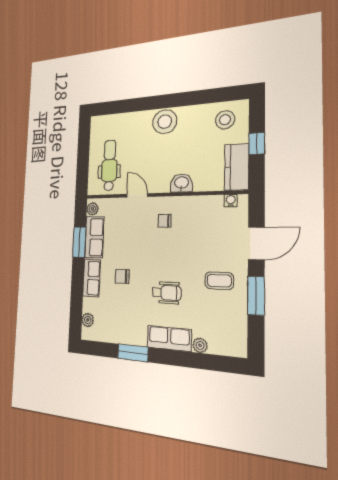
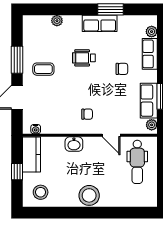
row of seats: (91, 278) -> (150, 54), moved
row of seats: (169, 338) -> (100, 23), moved

